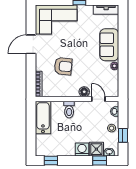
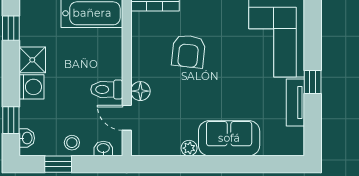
tv unit: (106, 10) -> (295, 102), moved
door: (98, 99) -> (127, 118), swing flipped
toilet: (69, 110) -> (107, 89), moved
shower: (96, 149) -> (32, 60), moved

